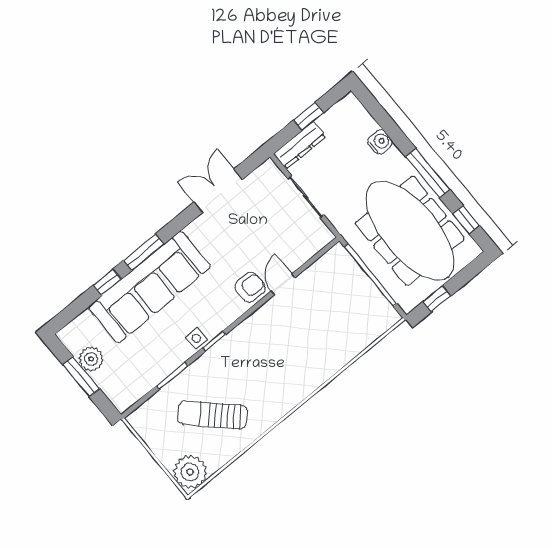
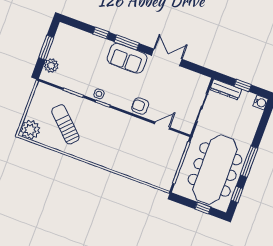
water cooler: (380, 142) -> (261, 102), moved
double door: (218, 191) -> (167, 57), moved
door: (283, 284) -> (162, 126), moved
sofa: (149, 287) -> (127, 58), width x0.54, depth x0.79
armchair: (250, 287) -> (140, 106), turned 180
window: (437, 299) -> (203, 208), moved
plant: (91, 359) -> (51, 66), moved

